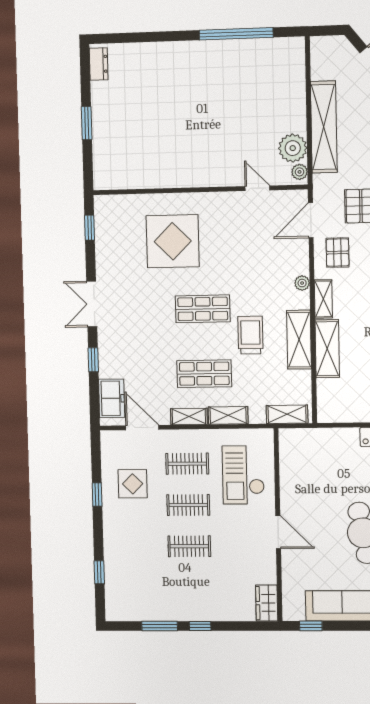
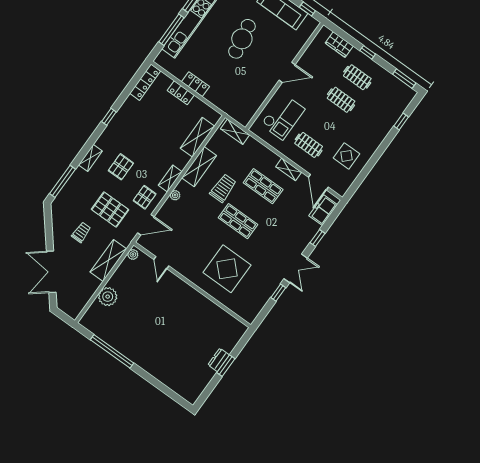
dresser: (99, 64) -> (219, 360), moved
shelving: (324, 127) -> (108, 260), width x0.68
plant: (293, 148) -> (108, 297), moved
window: (90, 228) -> (278, 293), moved
trolley: (250, 335) -> (223, 188), turned 180
shelving: (327, 349) -> (197, 137), moved
shelving: (228, 415) -> (267, 154), removed
window: (97, 495) -> (370, 164), removed
clothes rail: (188, 505) -> (357, 77), moved
door: (278, 532) -> (287, 72), swing flipped
wardrobe: (267, 603) -> (339, 45), moved, turned 90
window: (160, 626) -> (404, 79), moved

